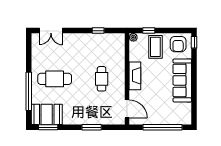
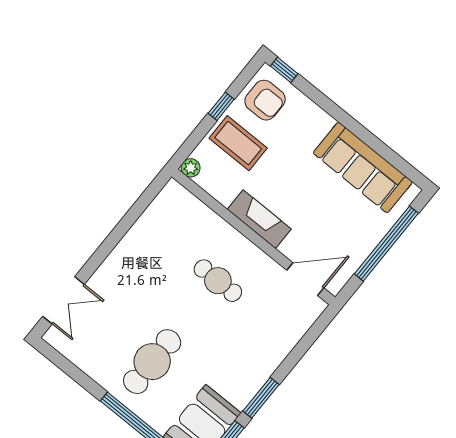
window: (98, 31) -> (130, 219), removed
window: (149, 31) -> (221, 106), moved
sofa: (182, 80) -> (363, 167), moved
window: (92, 127) -> (261, 398), moved

